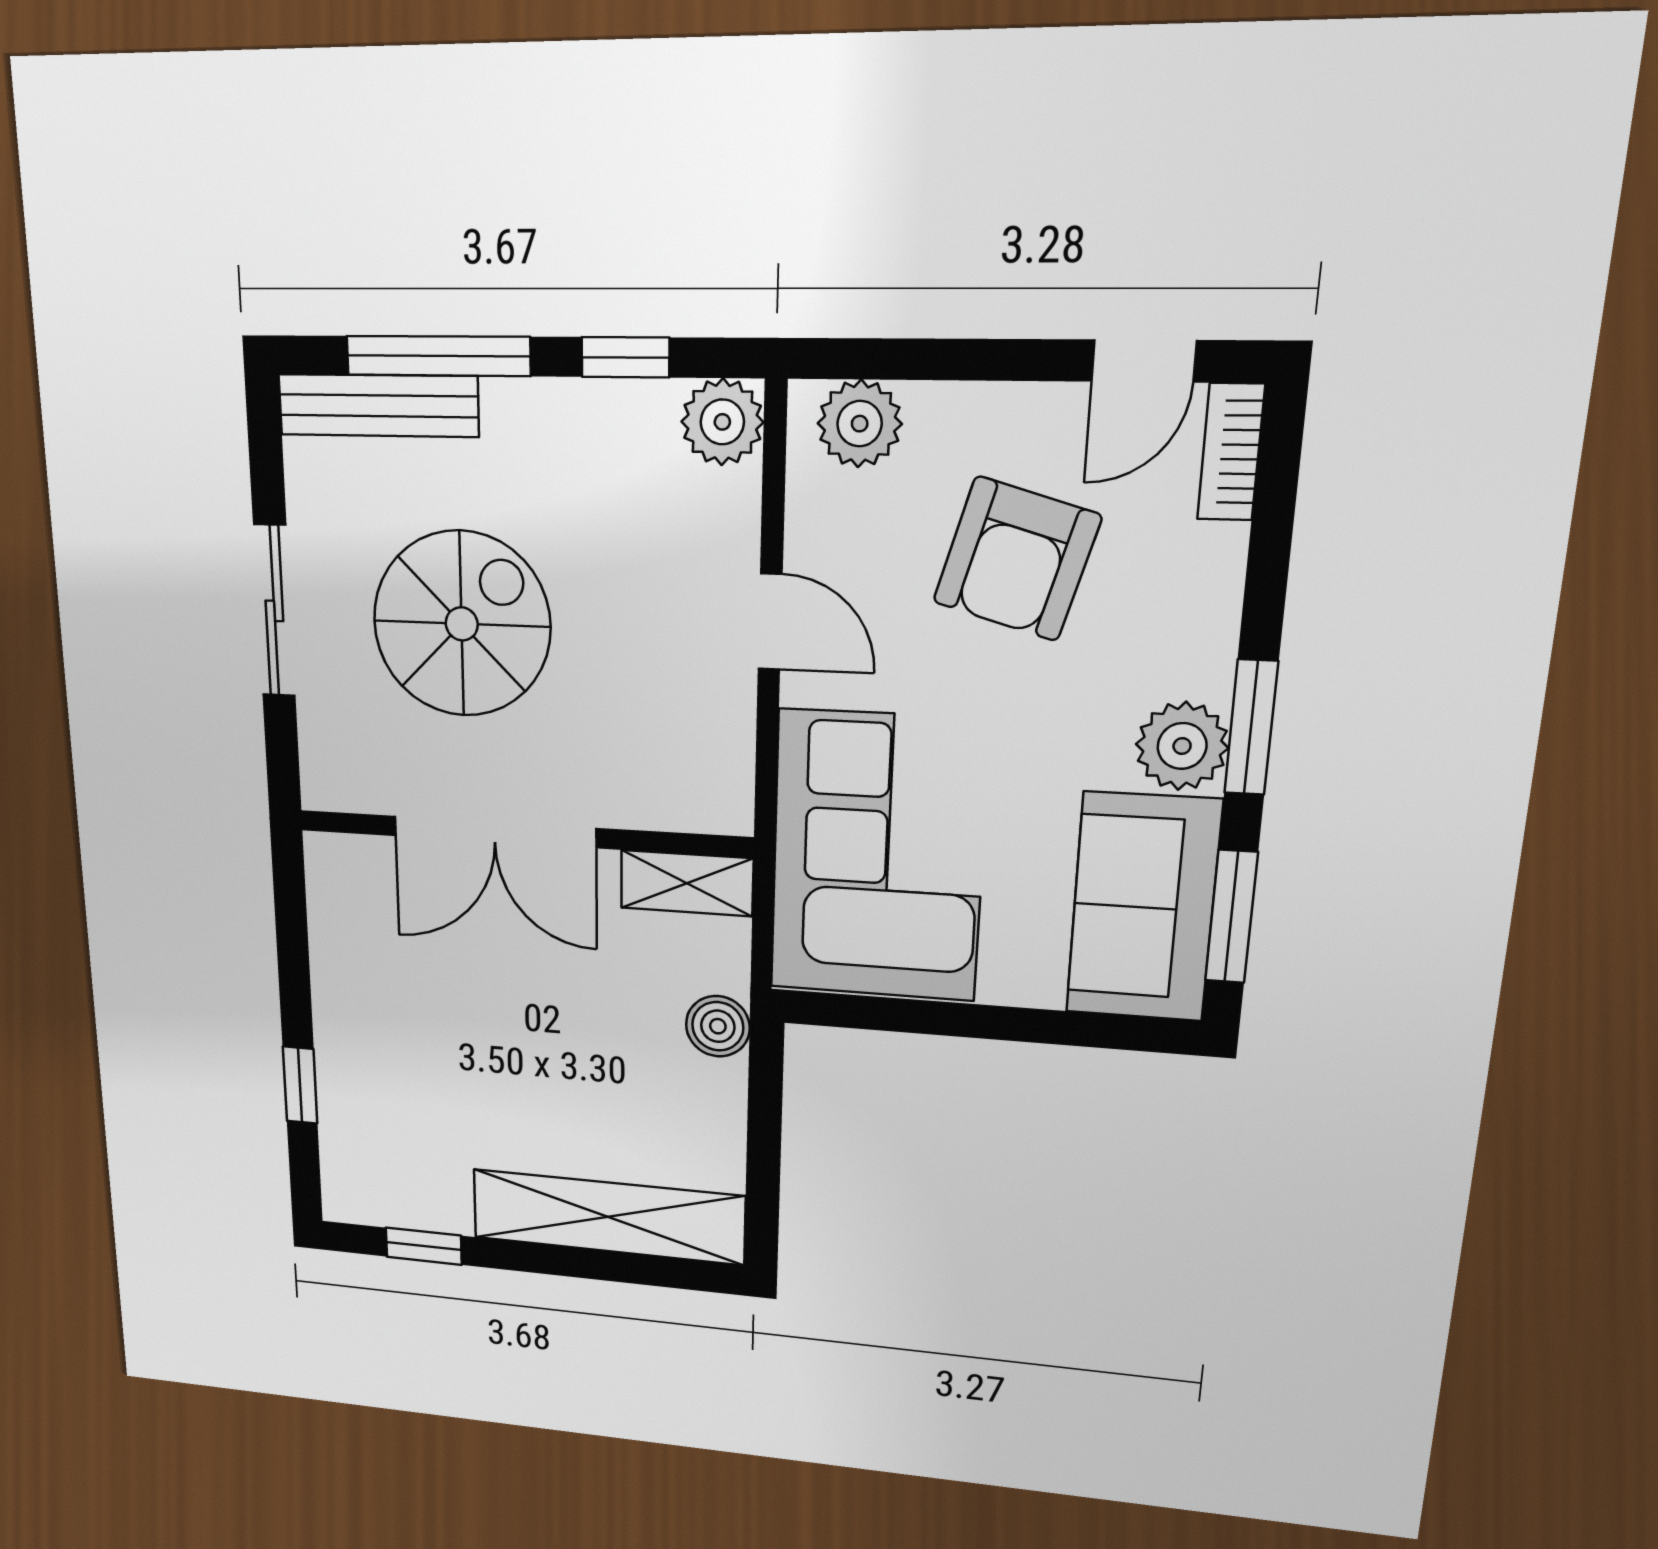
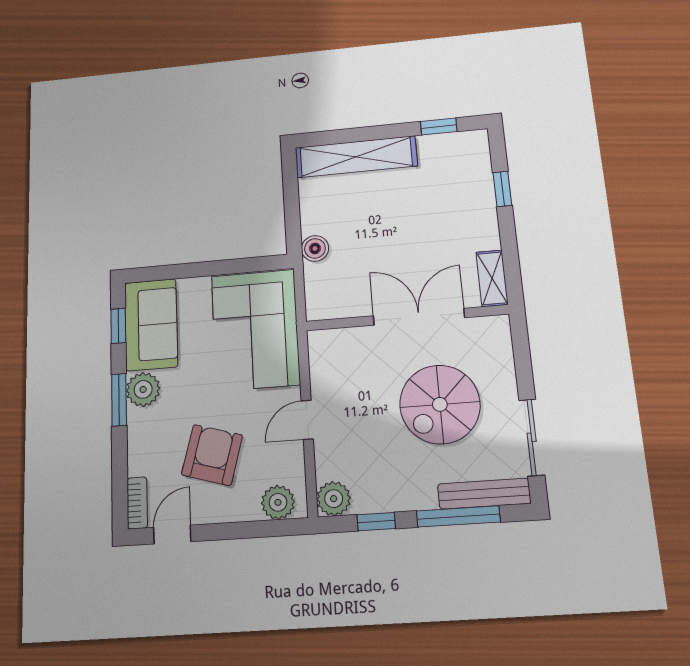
sliding door: (274, 611) -> (532, 437), moved
door: (770, 622) -> (307, 420), hinge flipped
shelving: (687, 883) -> (492, 278), moved, turned 90
window: (1231, 917) -> (118, 326), width x0.67

